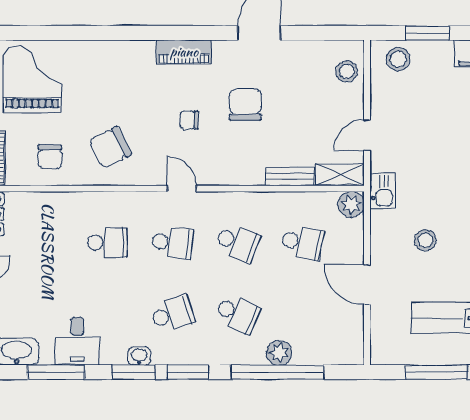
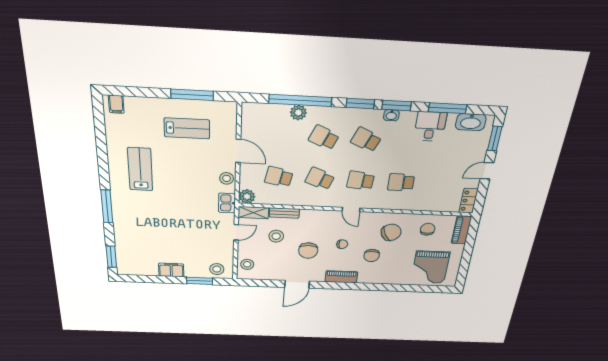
chair: (137, 99) -> (372, 256), added
stool: (301, 131) -> (276, 236), added
stool: (425, 240) -> (227, 178), moved
school desk: (172, 314) -> (366, 140), turned 42

